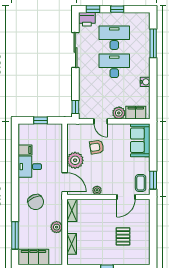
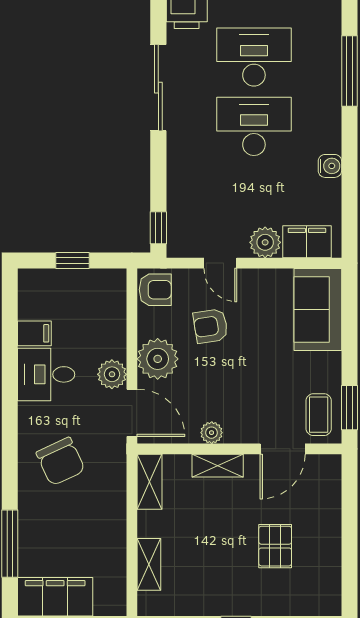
armchair: (74, 132) -> (155, 290), added
shelving: (100, 204) -> (218, 466), added
plant: (57, 227) -> (112, 374), moved

